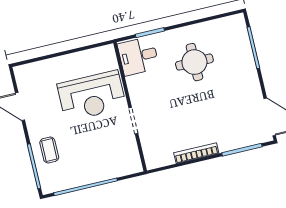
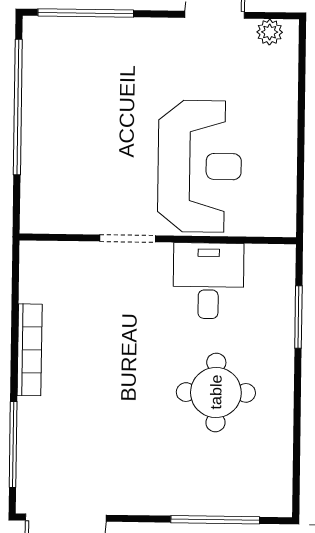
desk: (138, 56) -> (208, 281), moved
plant: (22, 79) -> (270, 32), added
reception desk: (92, 96) -> (200, 166), turned 180
coffee table: (49, 150) -> (111, 52), removed

